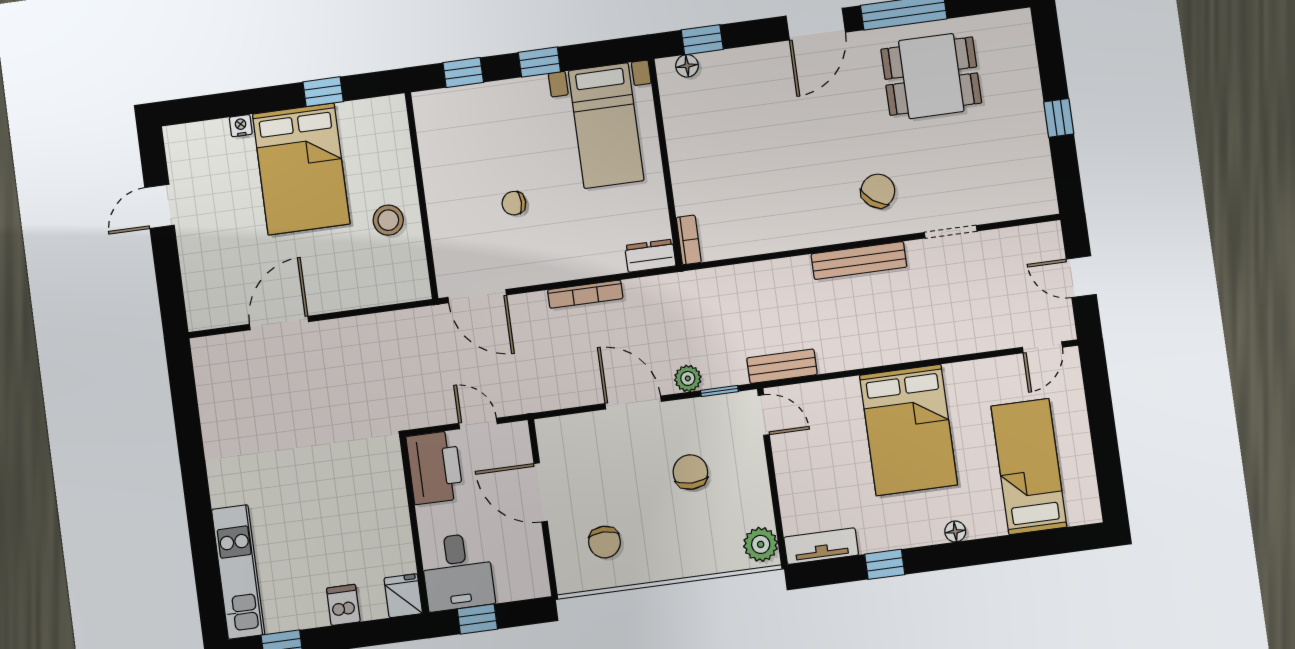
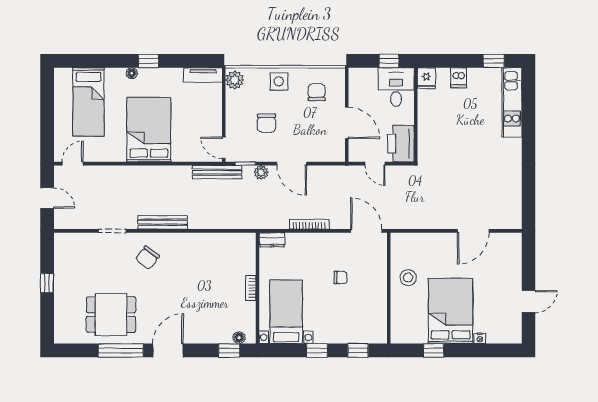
bookcase: (689, 240) -> (251, 288), moved
bench: (782, 366) -> (217, 172), width x1.36
side table: (678, 553) -> (279, 81), added
window: (885, 564) -> (148, 61), moved

